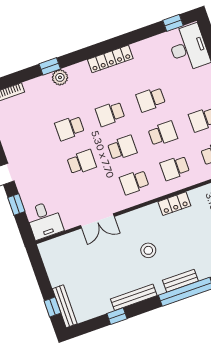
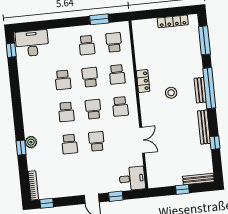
locker: (110, 59) -> (26, 102), removed
stool: (148, 250) -> (171, 93), moved
window: (52, 307) -> (182, 189), moved

